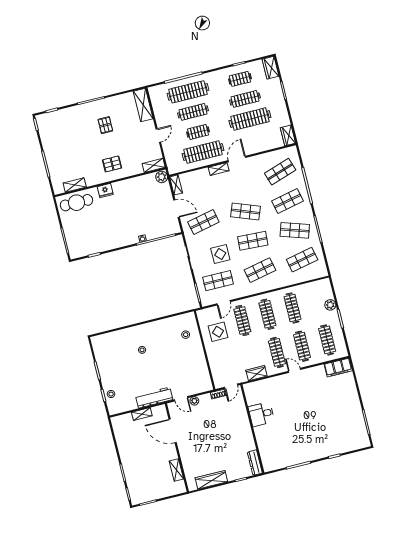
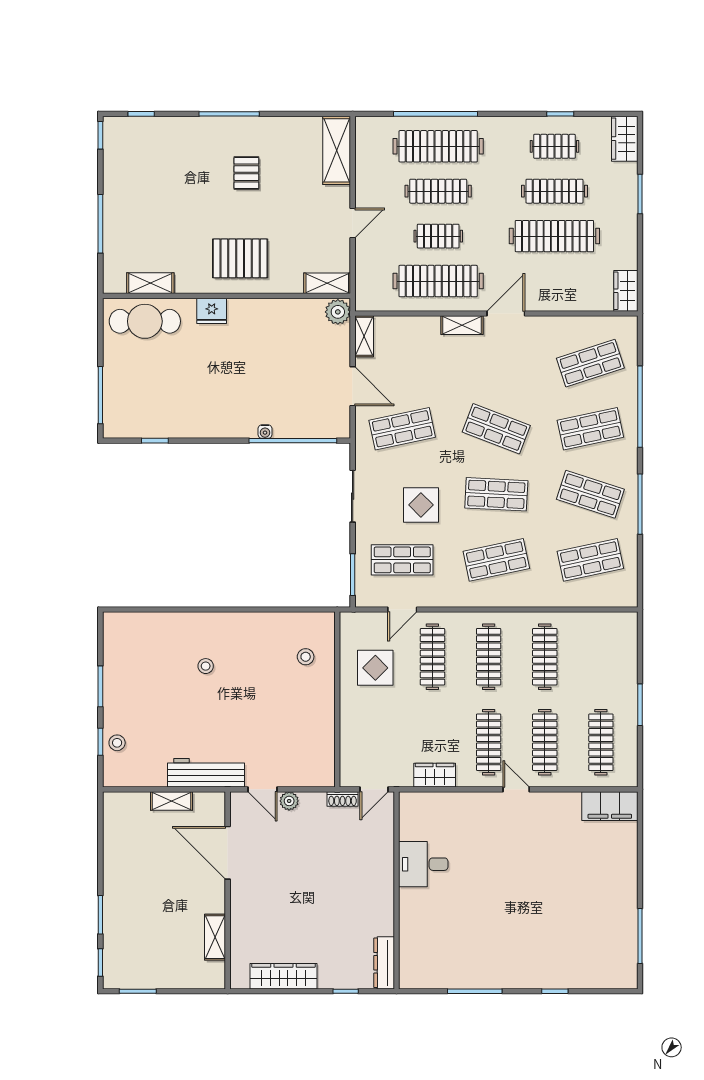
pallet: (112, 164) -> (240, 258), width x1.50, depth x1.42
plant: (330, 305) -> (626, 670), removed

